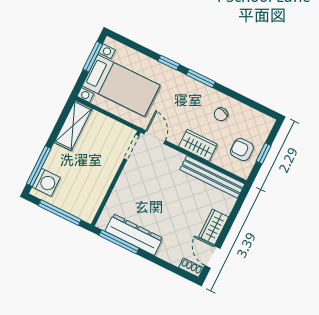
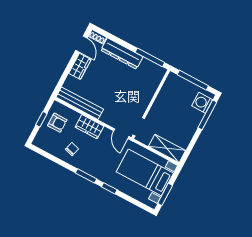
shelving: (73, 125) -> (167, 148), moved, turned 90
dresser: (134, 235) -> (122, 53), moved

